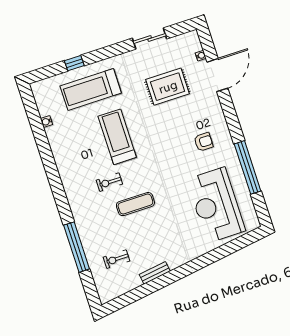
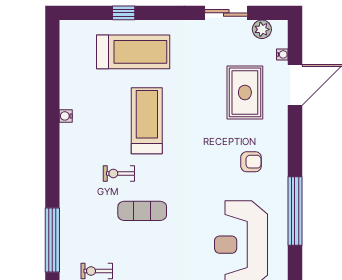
plant: (180, 42) -> (262, 29), added
rug: (168, 87) -> (245, 92), moved, turned 90
treadmill: (91, 89) -> (133, 52), turned 180
water cooler: (46, 122) -> (66, 116), moved

